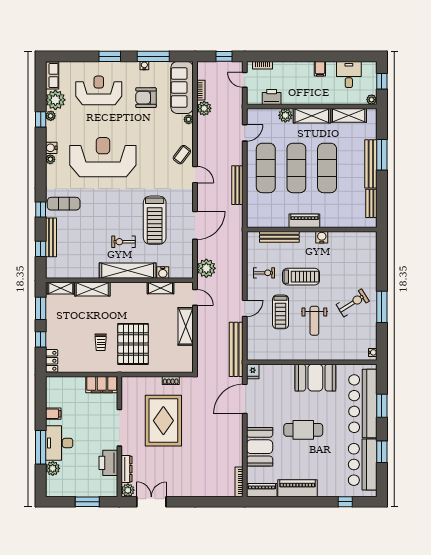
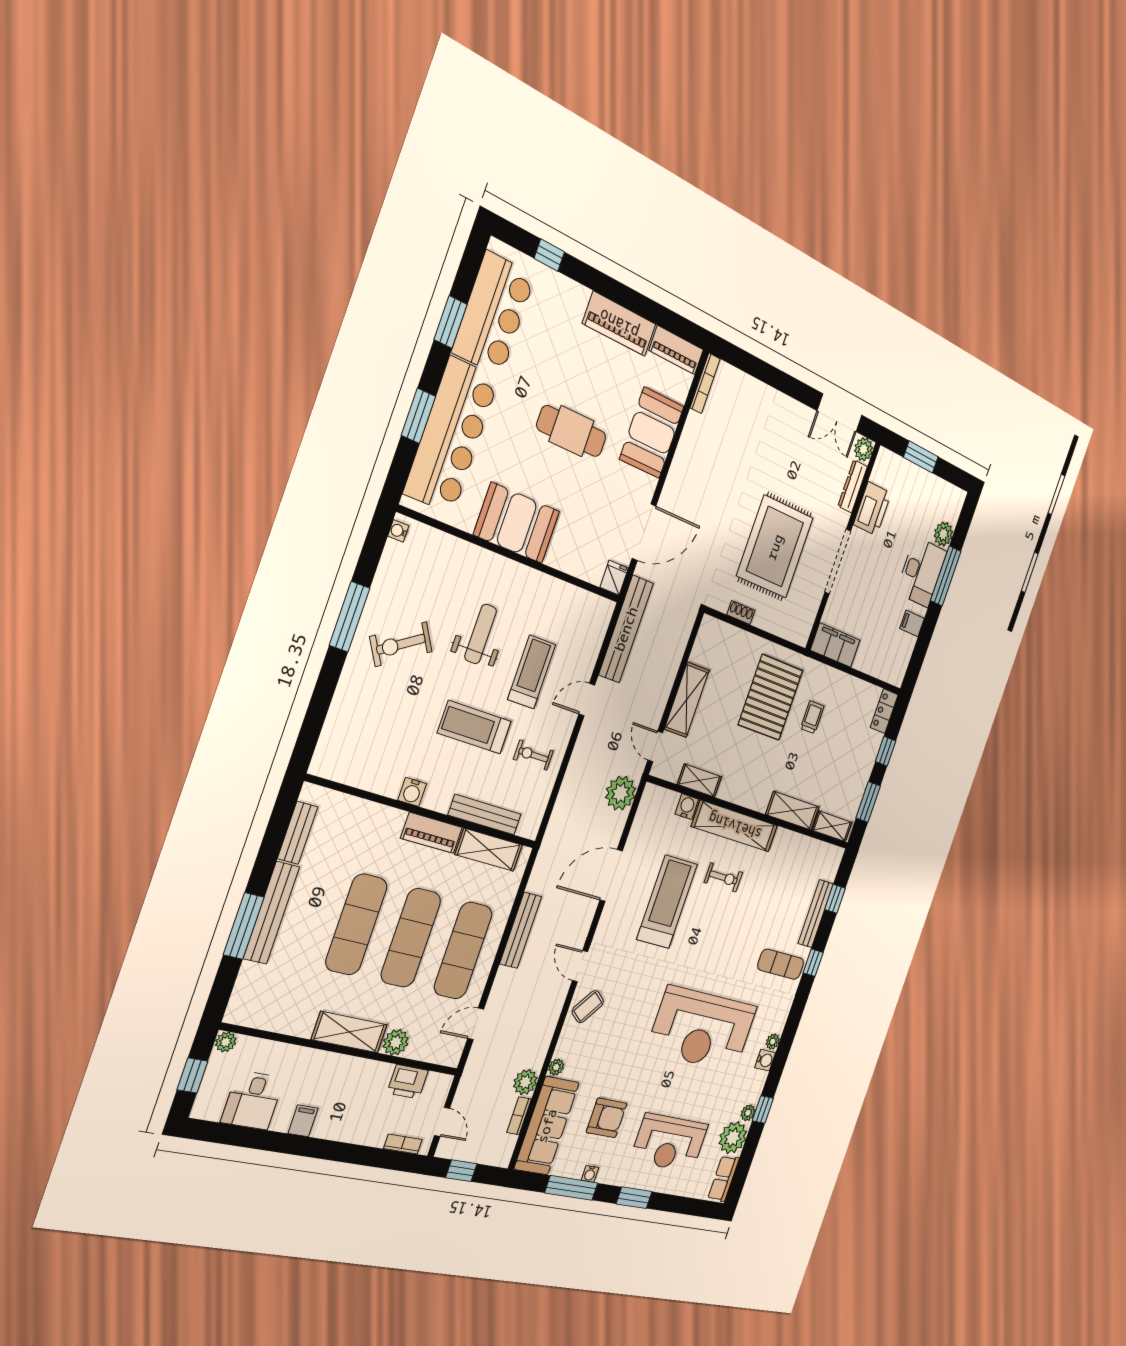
shelving: (349, 115) -> (489, 850), moved

